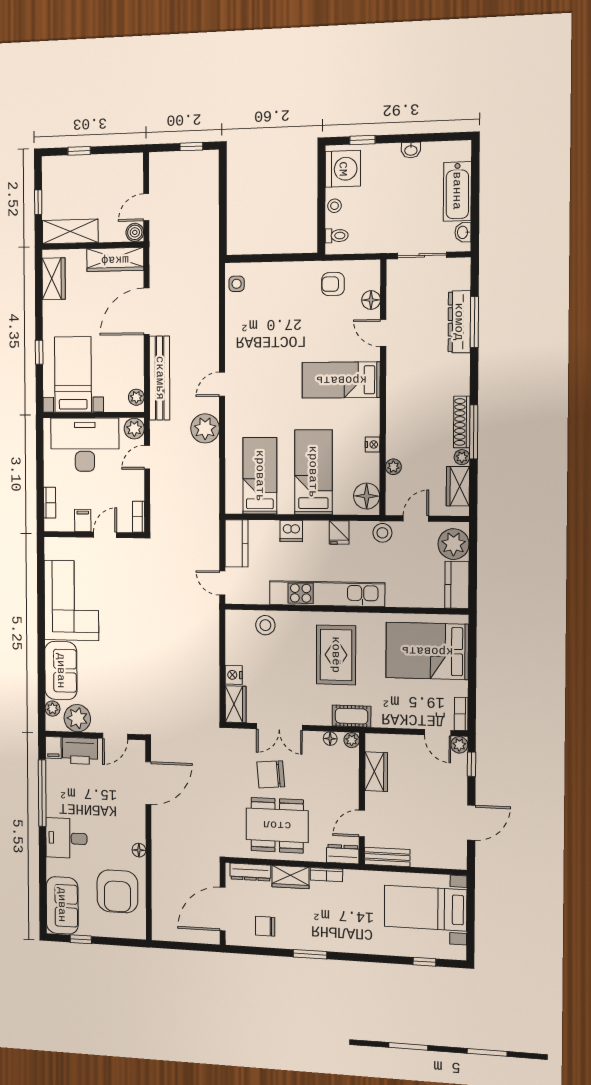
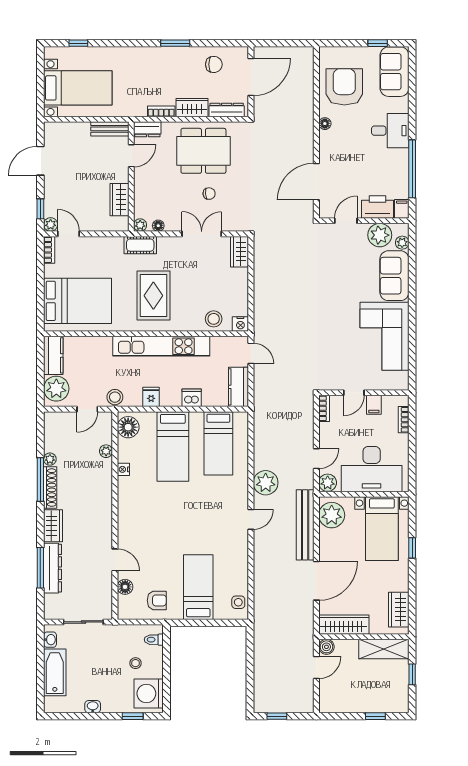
stool: (335, 206) -> (136, 663), moved
bed: (341, 380) -> (198, 587), moved, turned -90
plant: (136, 397) -> (332, 515), width x1.88, depth x1.88
wardrobe: (458, 486) -> (53, 526), moved
nightstand: (234, 675) -> (240, 324), moved, turned 90
chair: (271, 774) -> (209, 194), width x0.54, depth x0.54

